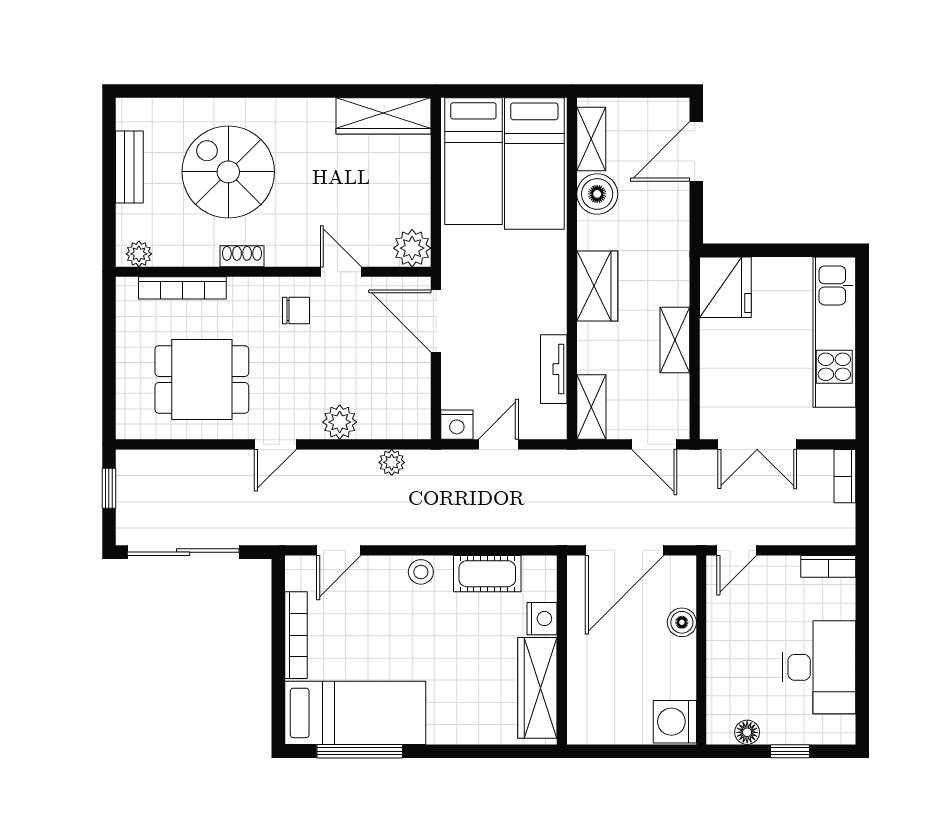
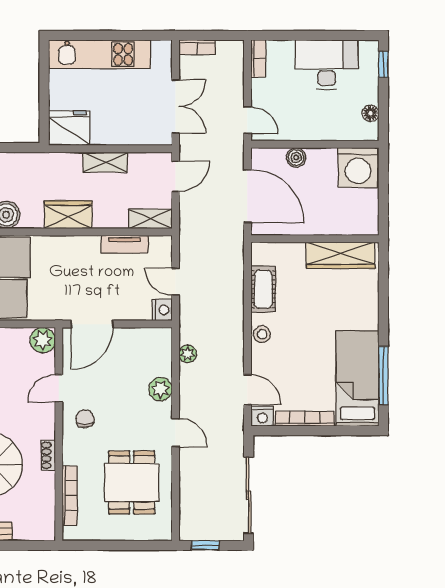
plant: (139, 254) -> (47, 525), removed
nightstand: (542, 619) -> (262, 416), moved, turned 180
washing machine: (675, 722) -> (358, 168), width x1.37, depth x1.37
window: (790, 751) -> (383, 64), moved

